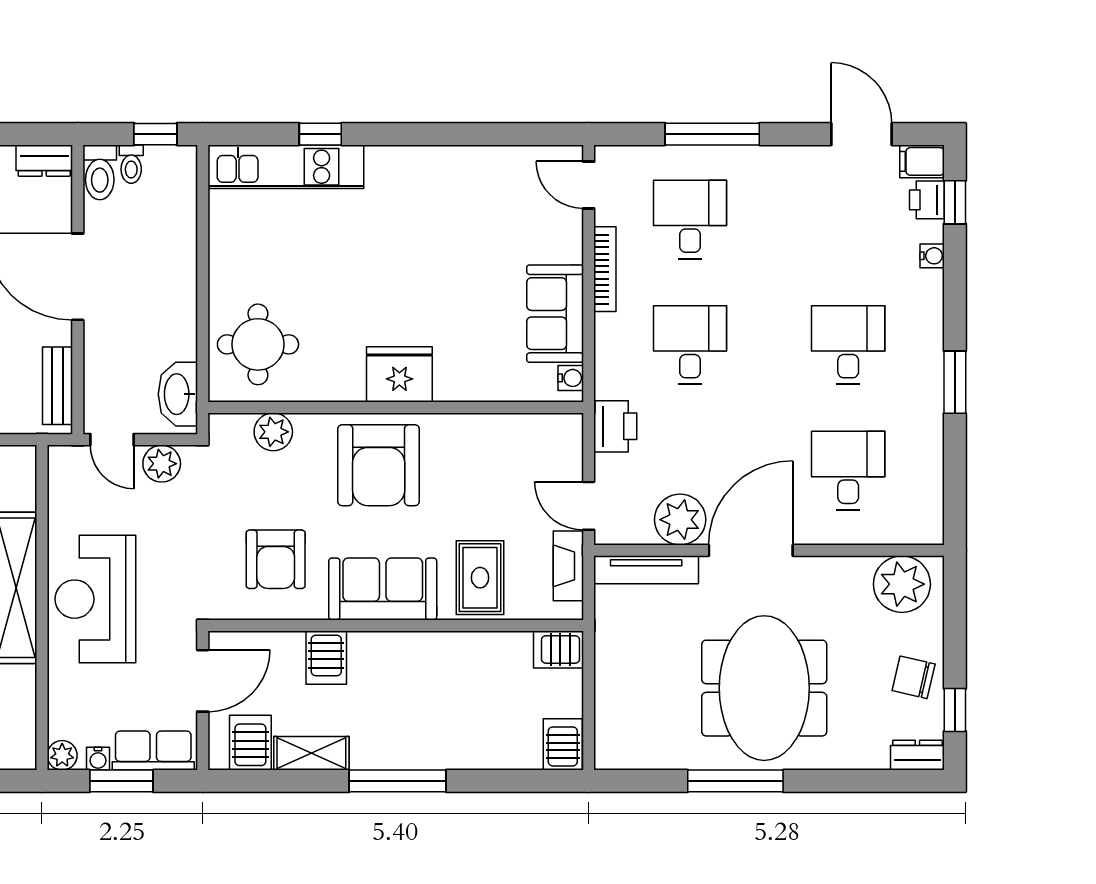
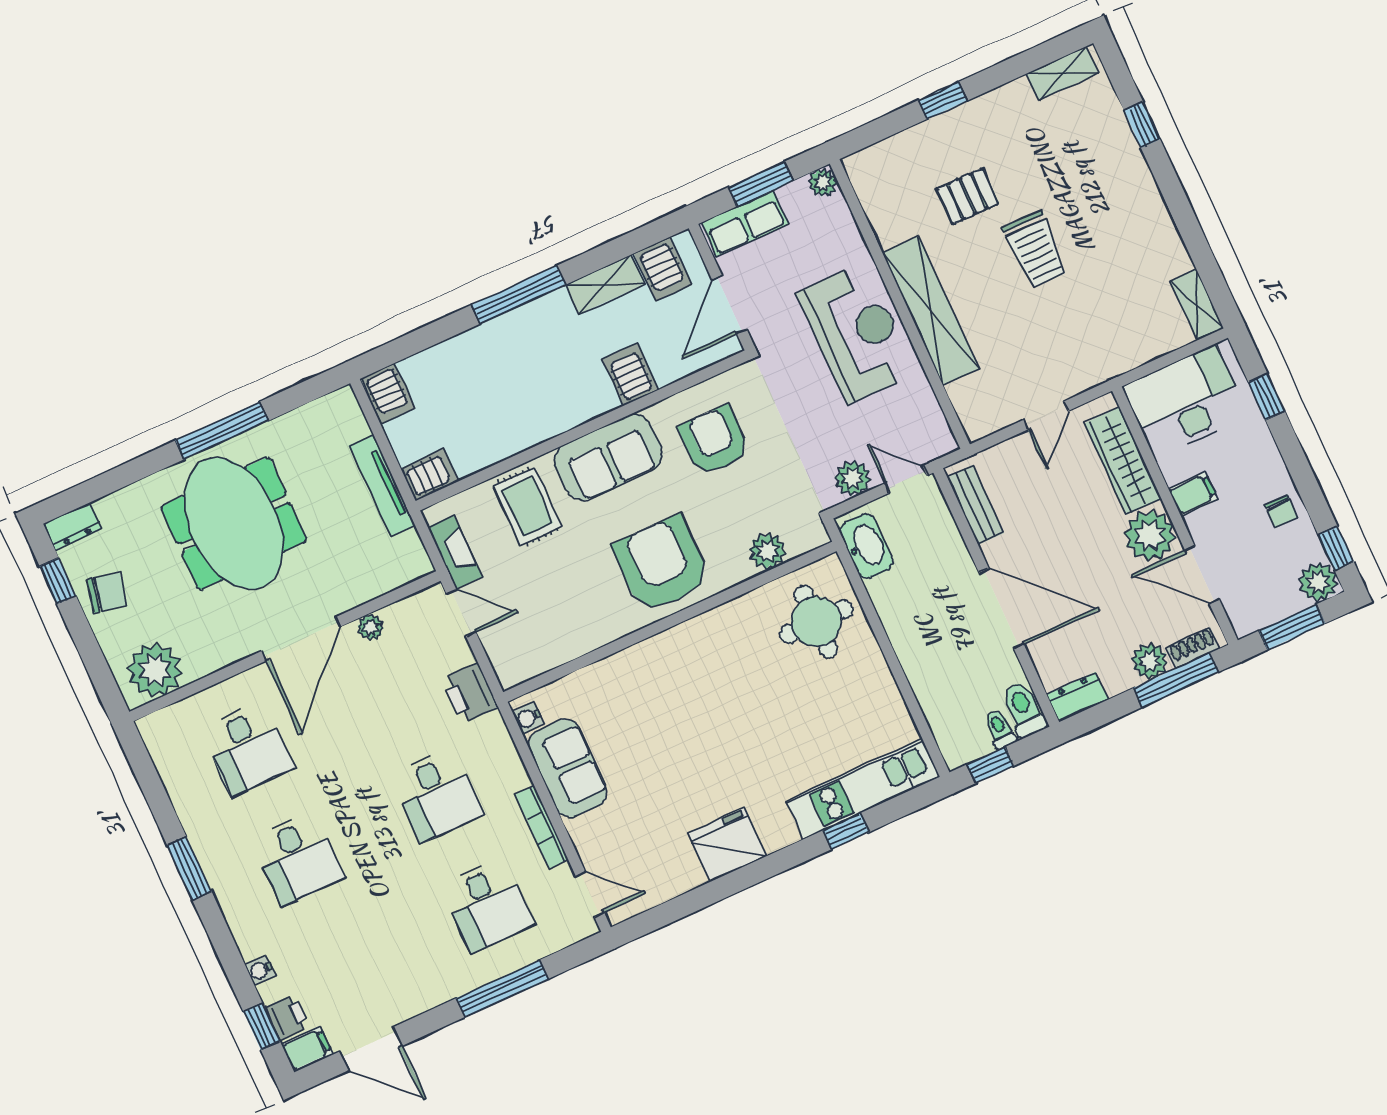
fridge: (399, 374) -> (727, 845), moved, turned 180
plant: (680, 520) -> (371, 627), width x0.53, depth x0.53
tv unit: (646, 570) -> (382, 485), moved, turned -90
water cooler: (98, 759) -> (790, 194), removed

